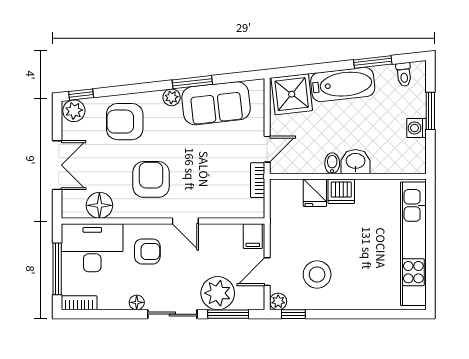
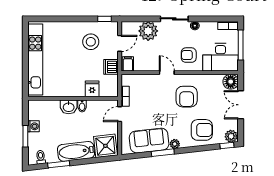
dishwasher: (341, 191) -> (111, 67), moved, turned -90
floor lamp: (99, 205) -> (231, 82), moved
plant: (278, 301) -> (113, 26), removed
window: (228, 314) -> (142, 19), removed

